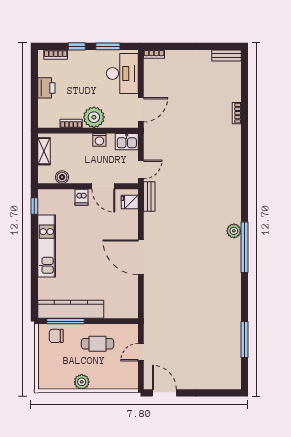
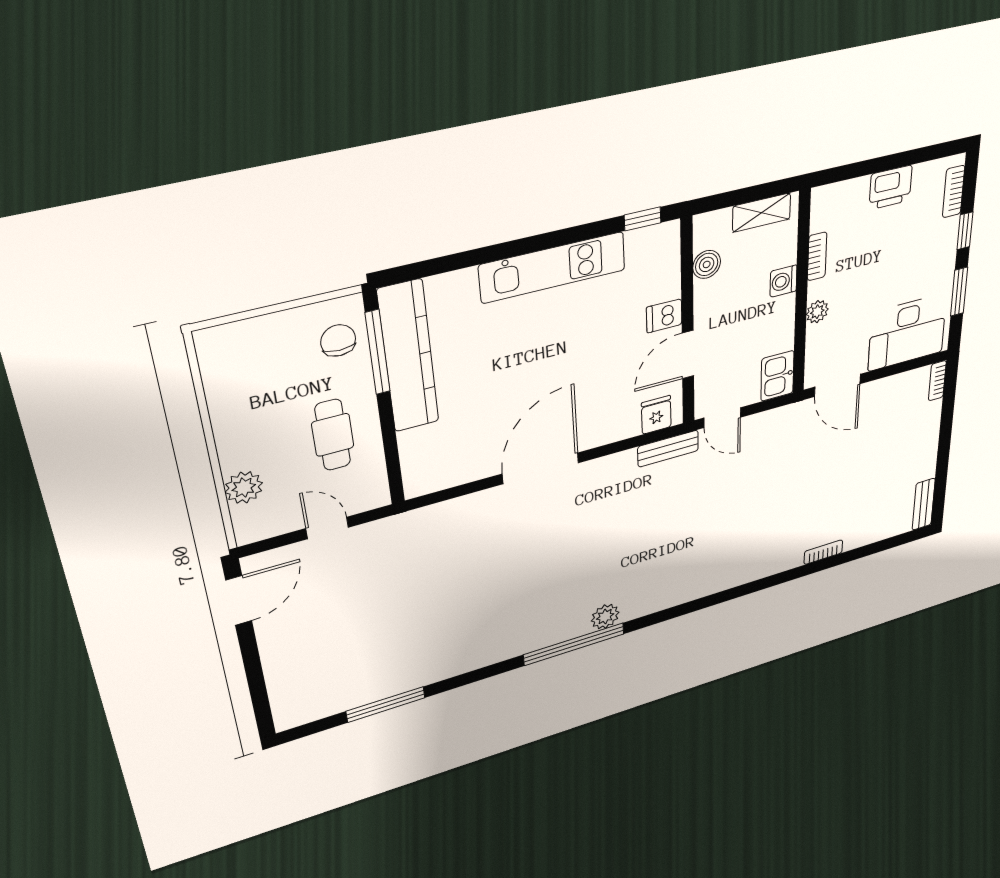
plant: (94, 117) -> (817, 312), width x0.53, depth x0.53
washing machine: (99, 140) -> (783, 281), moved
plant: (82, 382) -> (244, 488), moved

